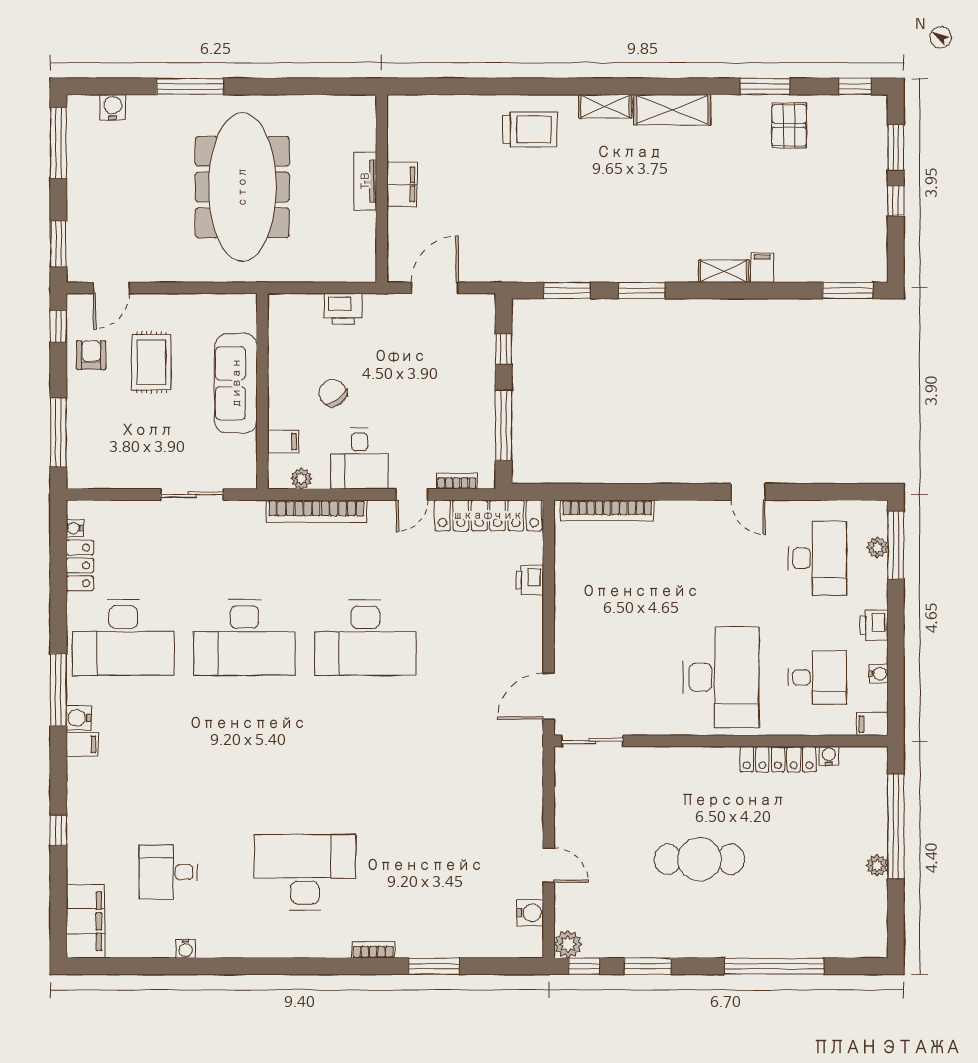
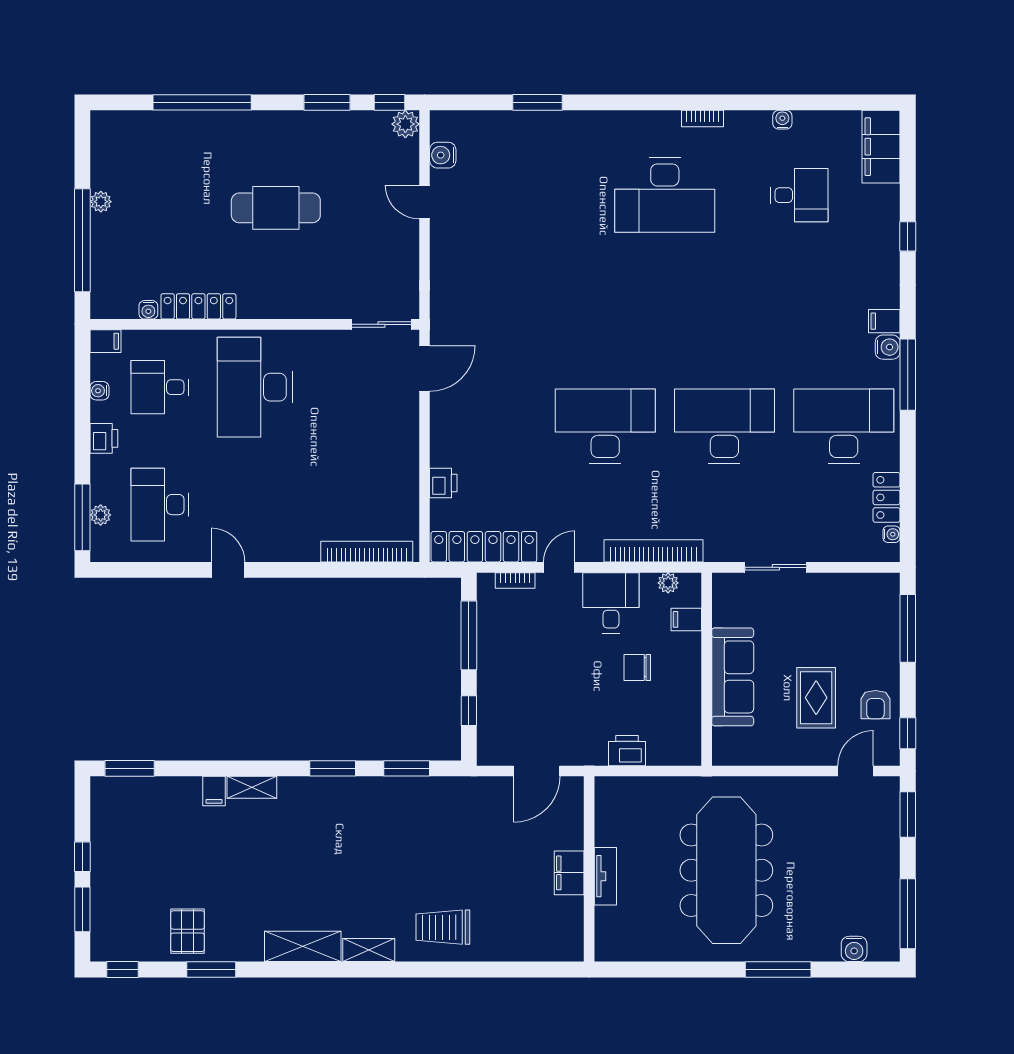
chair: (333, 393) -> (637, 667), turned 127
bookcase: (373, 950) -> (702, 119), moved

